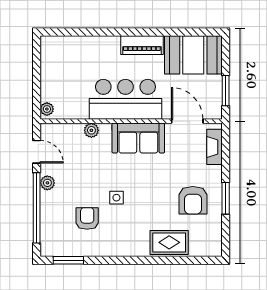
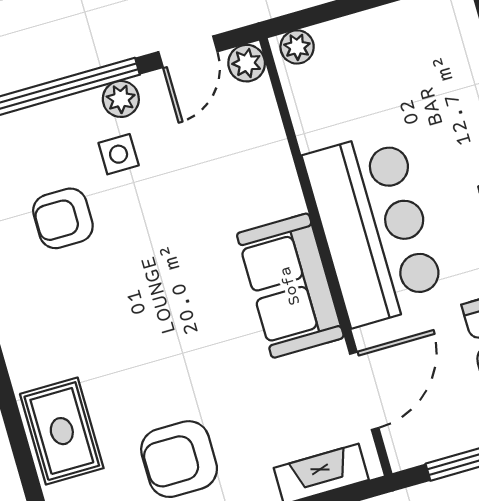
plant: (91, 130) -> (247, 63), moved
side table: (116, 198) -> (119, 154), moved
armchair: (87, 218) -> (63, 218), turned 180

